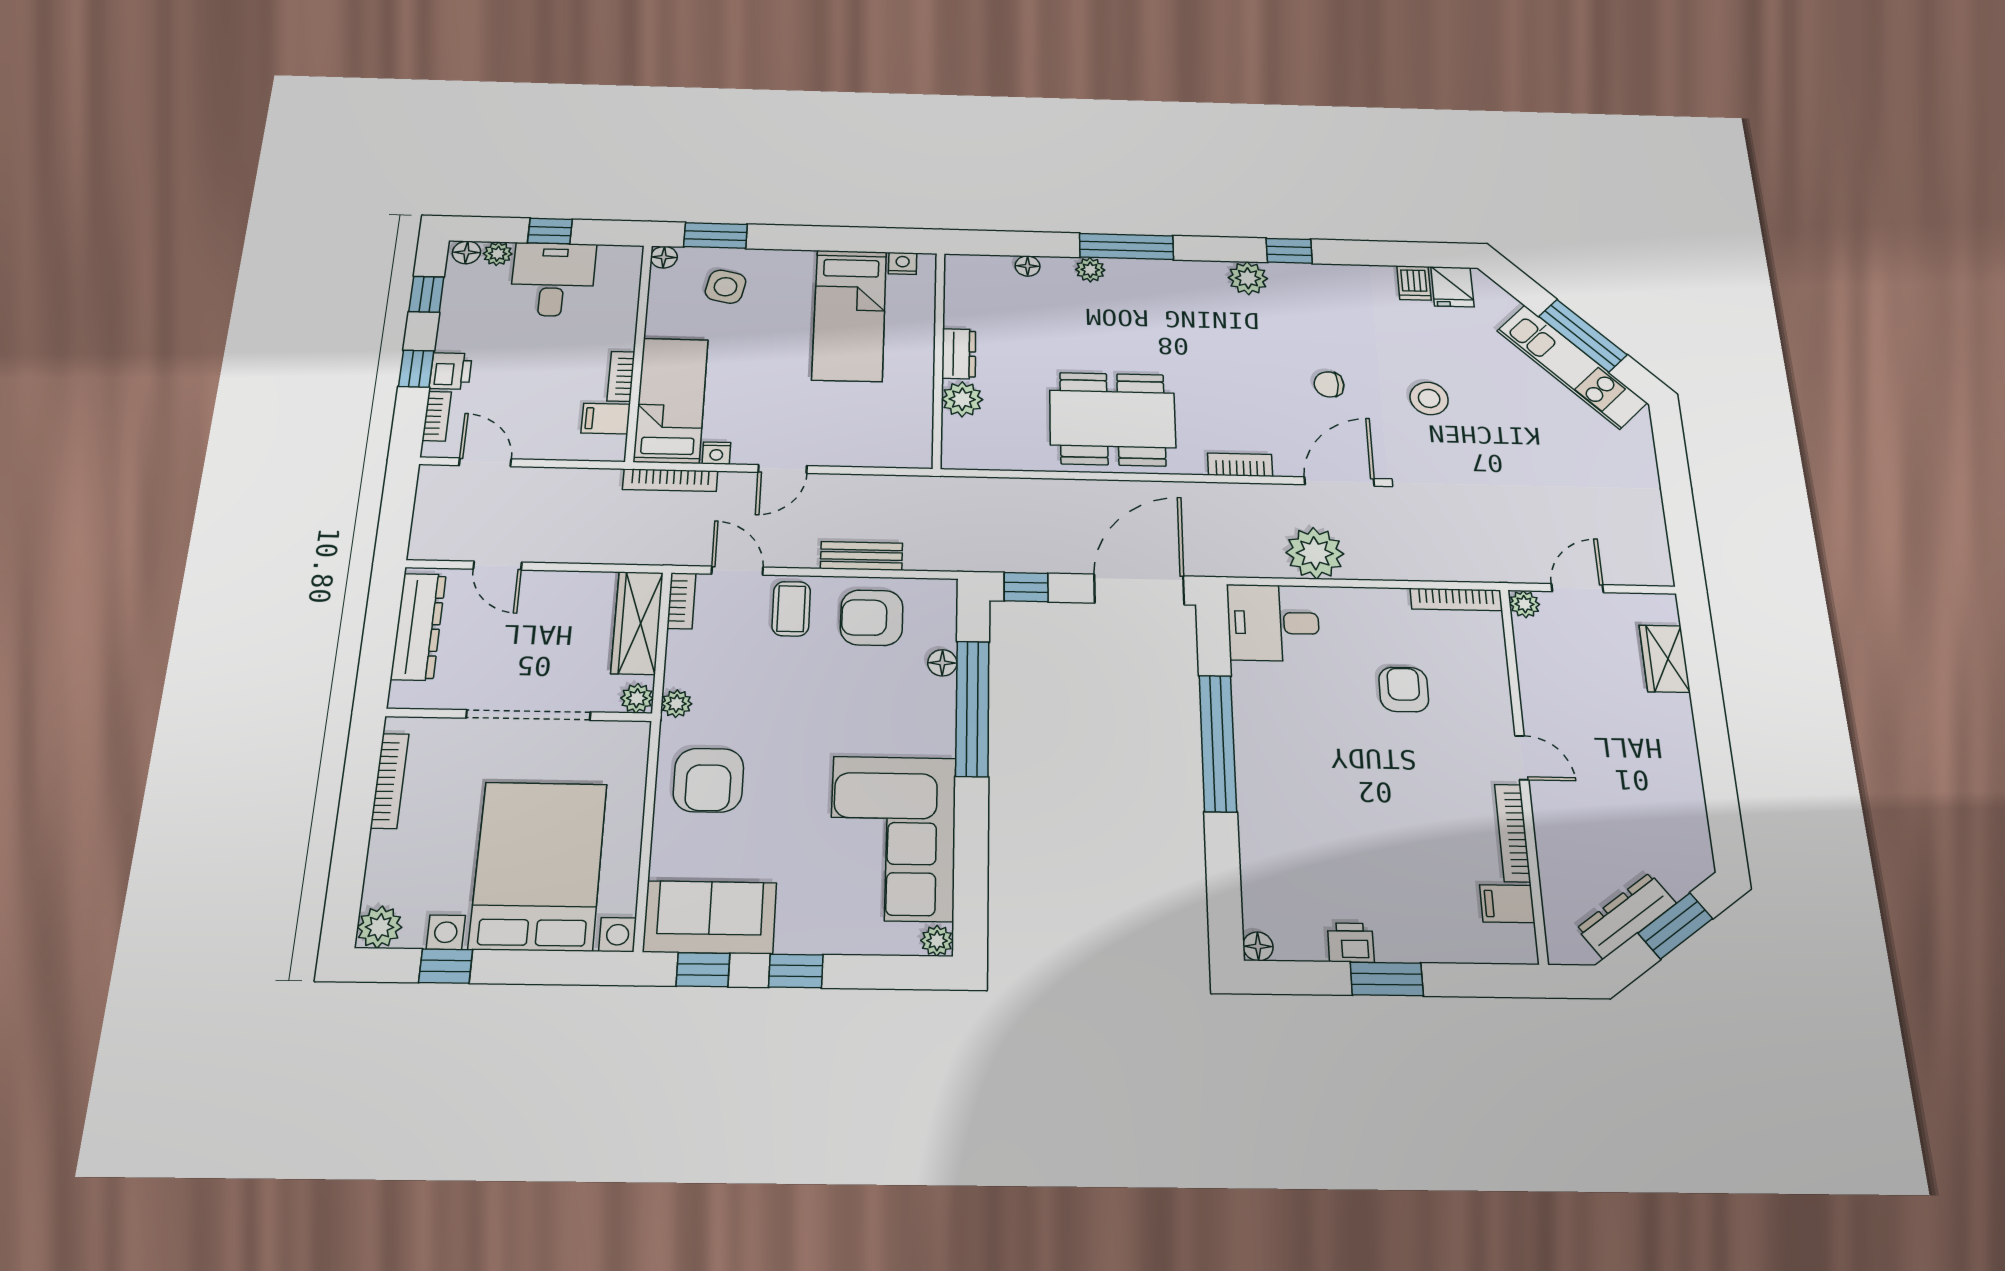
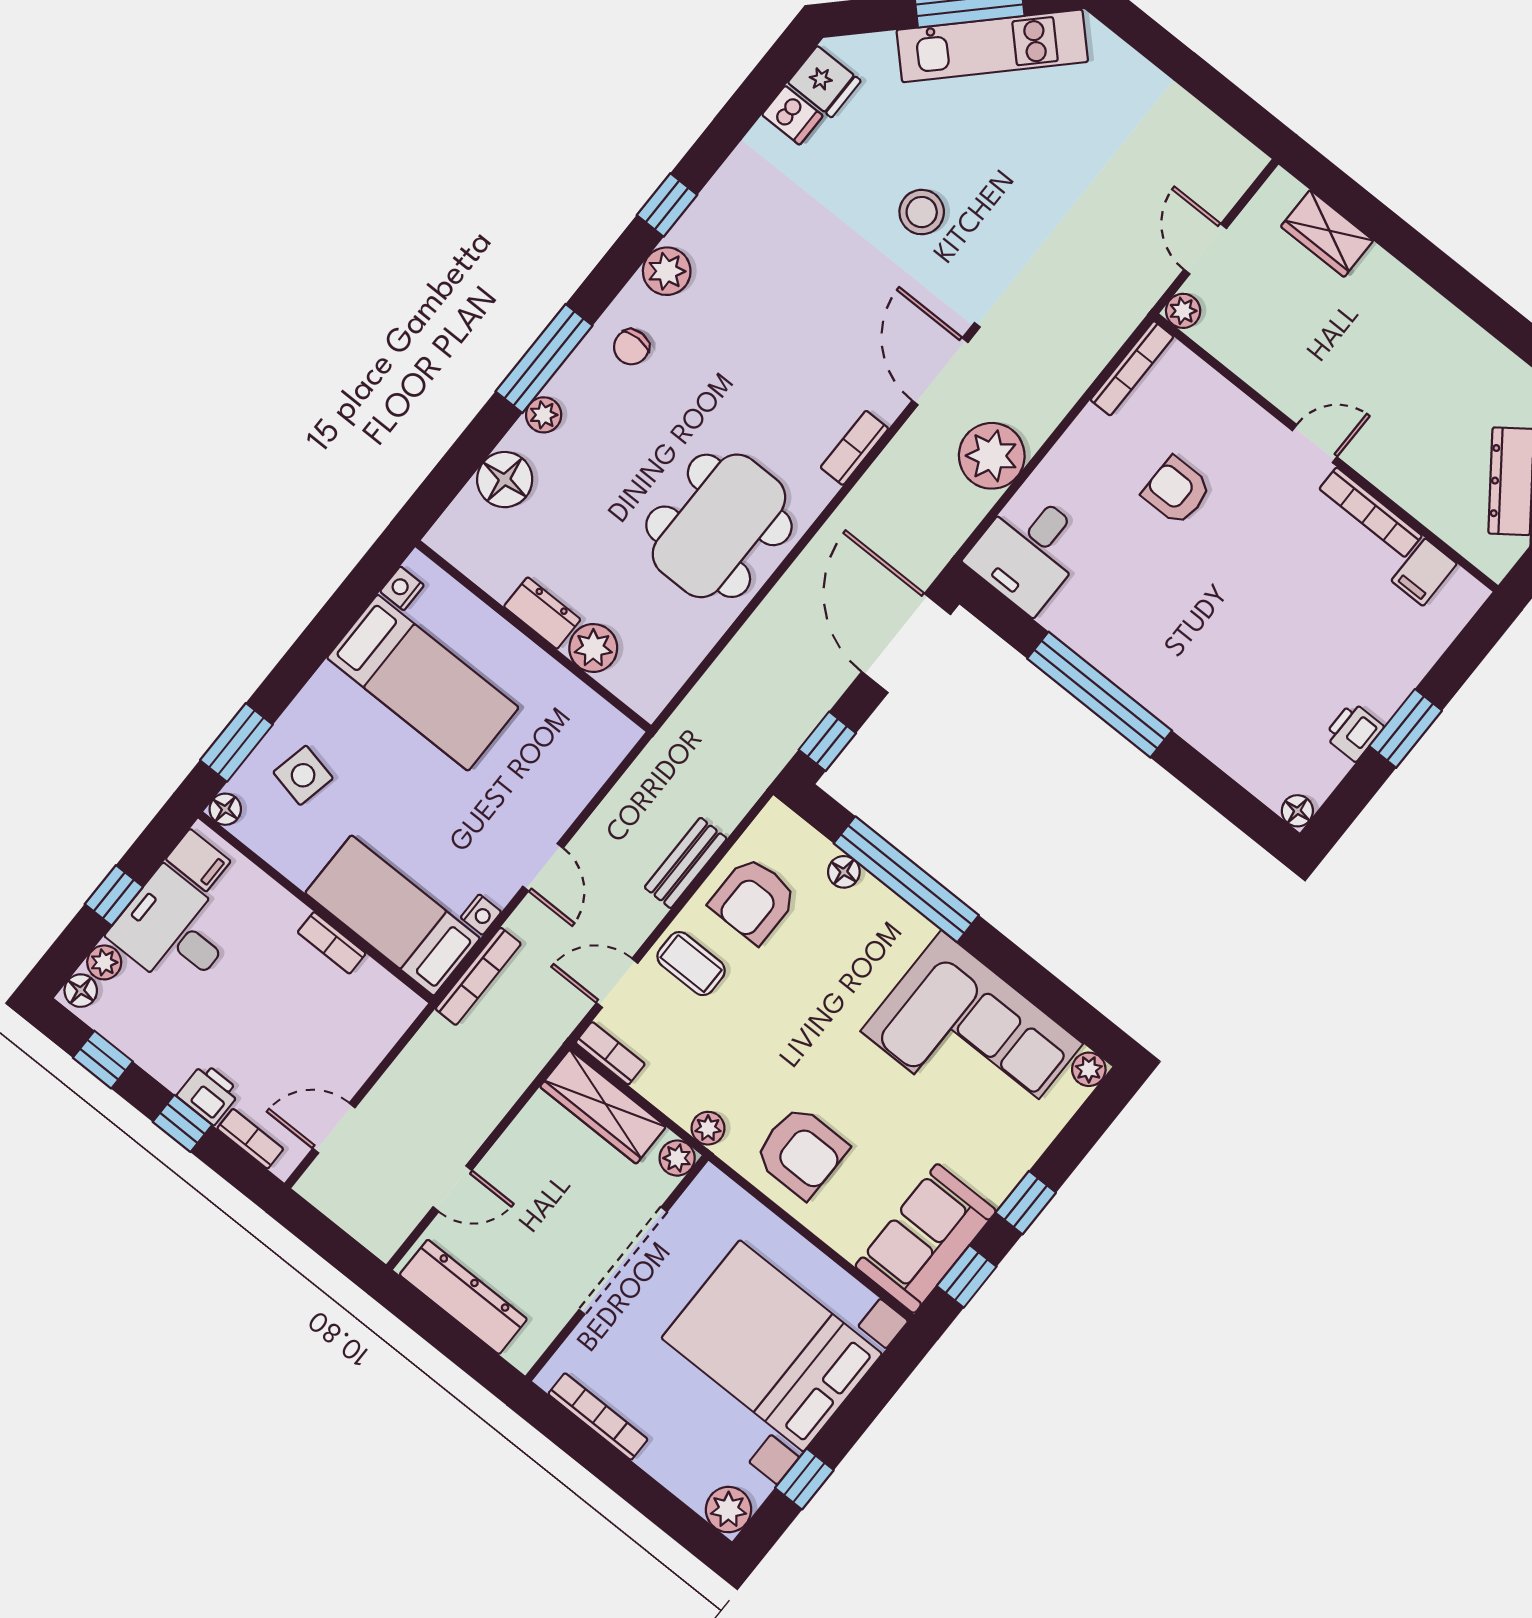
floor lamp: (1028, 266) -> (505, 480), width x1.89, depth x1.89
chair: (1329, 384) -> (631, 347), moved
filing cabinet: (606, 419) -> (198, 860), moved, turned -90

